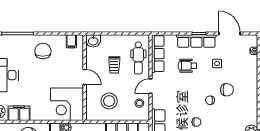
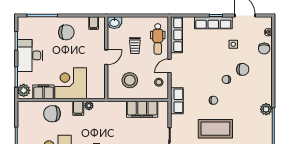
chair: (43, 51) -> (66, 32), turned 90
wheelchair: (187, 66) -> (205, 46), removed
chair: (249, 68) -> (264, 49), added
door: (85, 77) -> (106, 57), hinge flipped
corner desk: (67, 104) -> (71, 83), moved, turned 90

